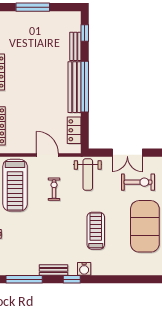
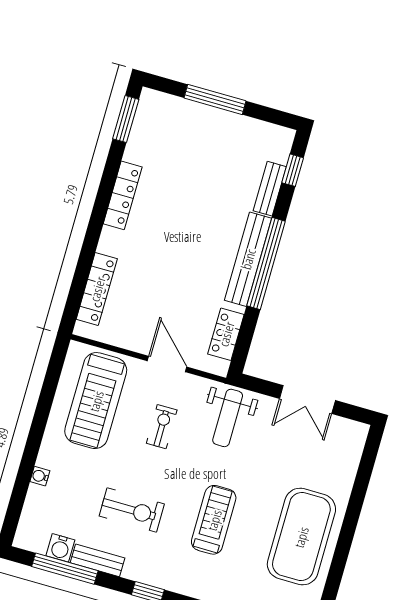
exercise bike: (138, 182) -> (132, 510), moved
water cooler: (84, 269) -> (60, 548), moved
bench: (54, 270) -> (97, 560), moved

